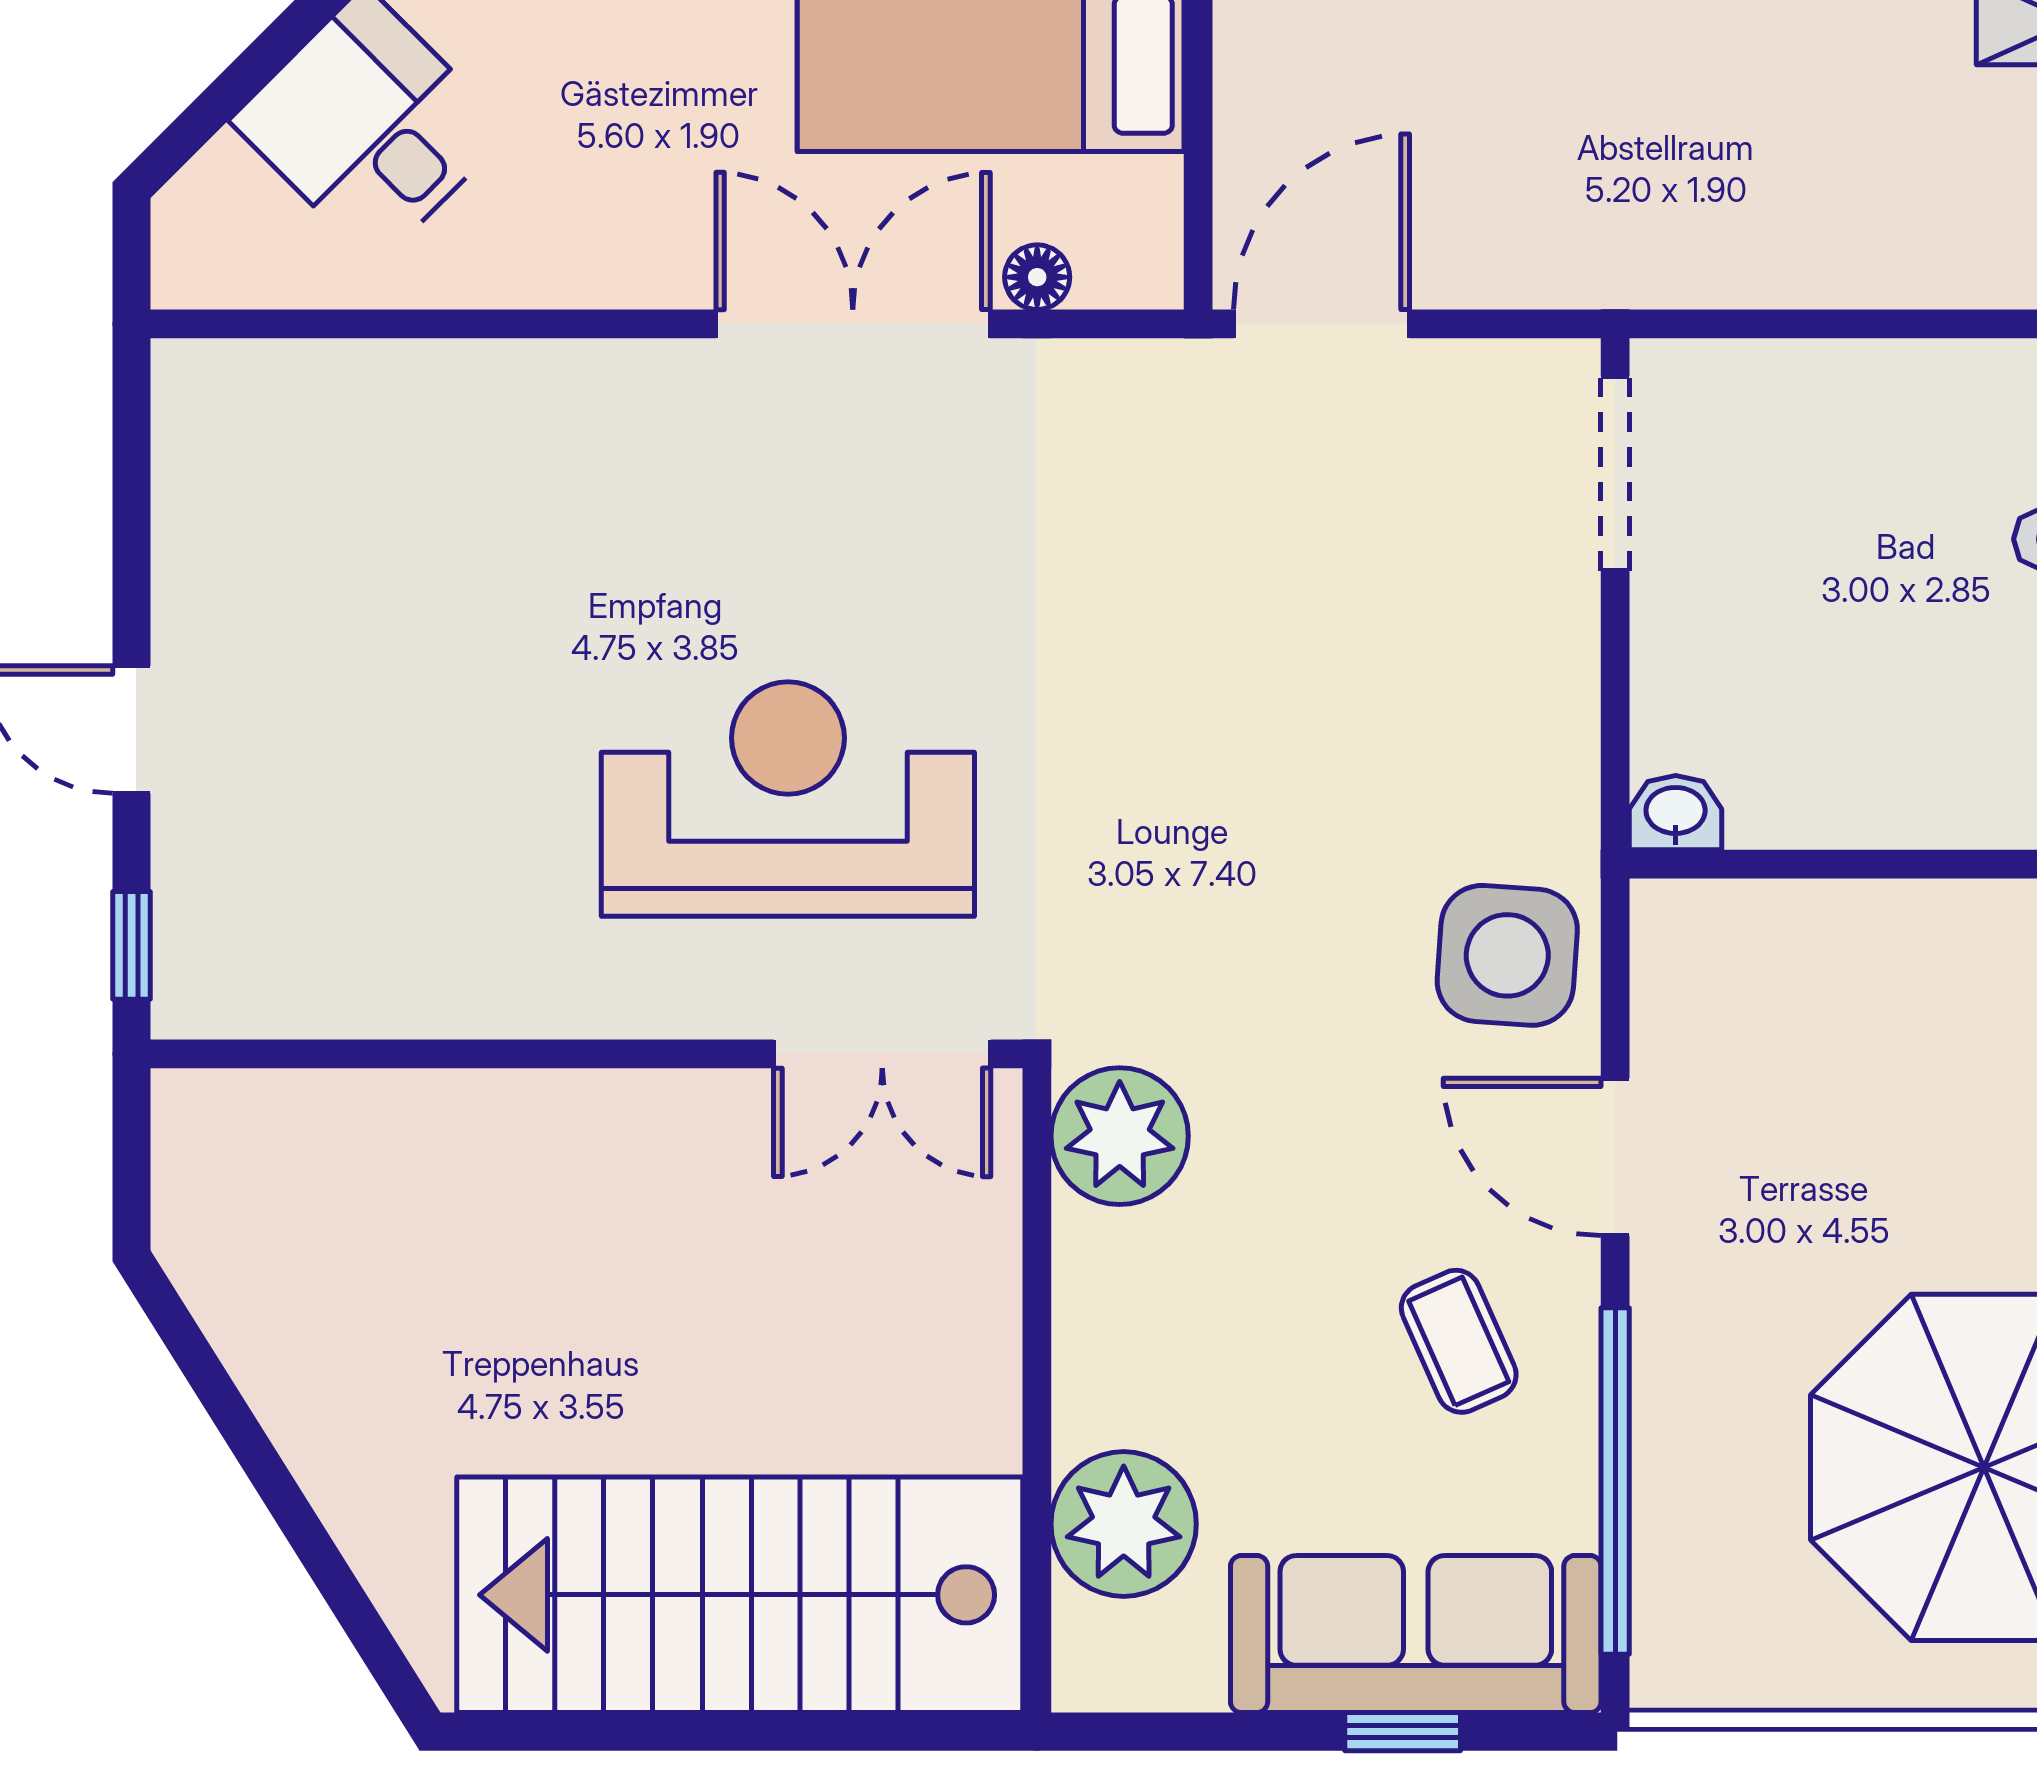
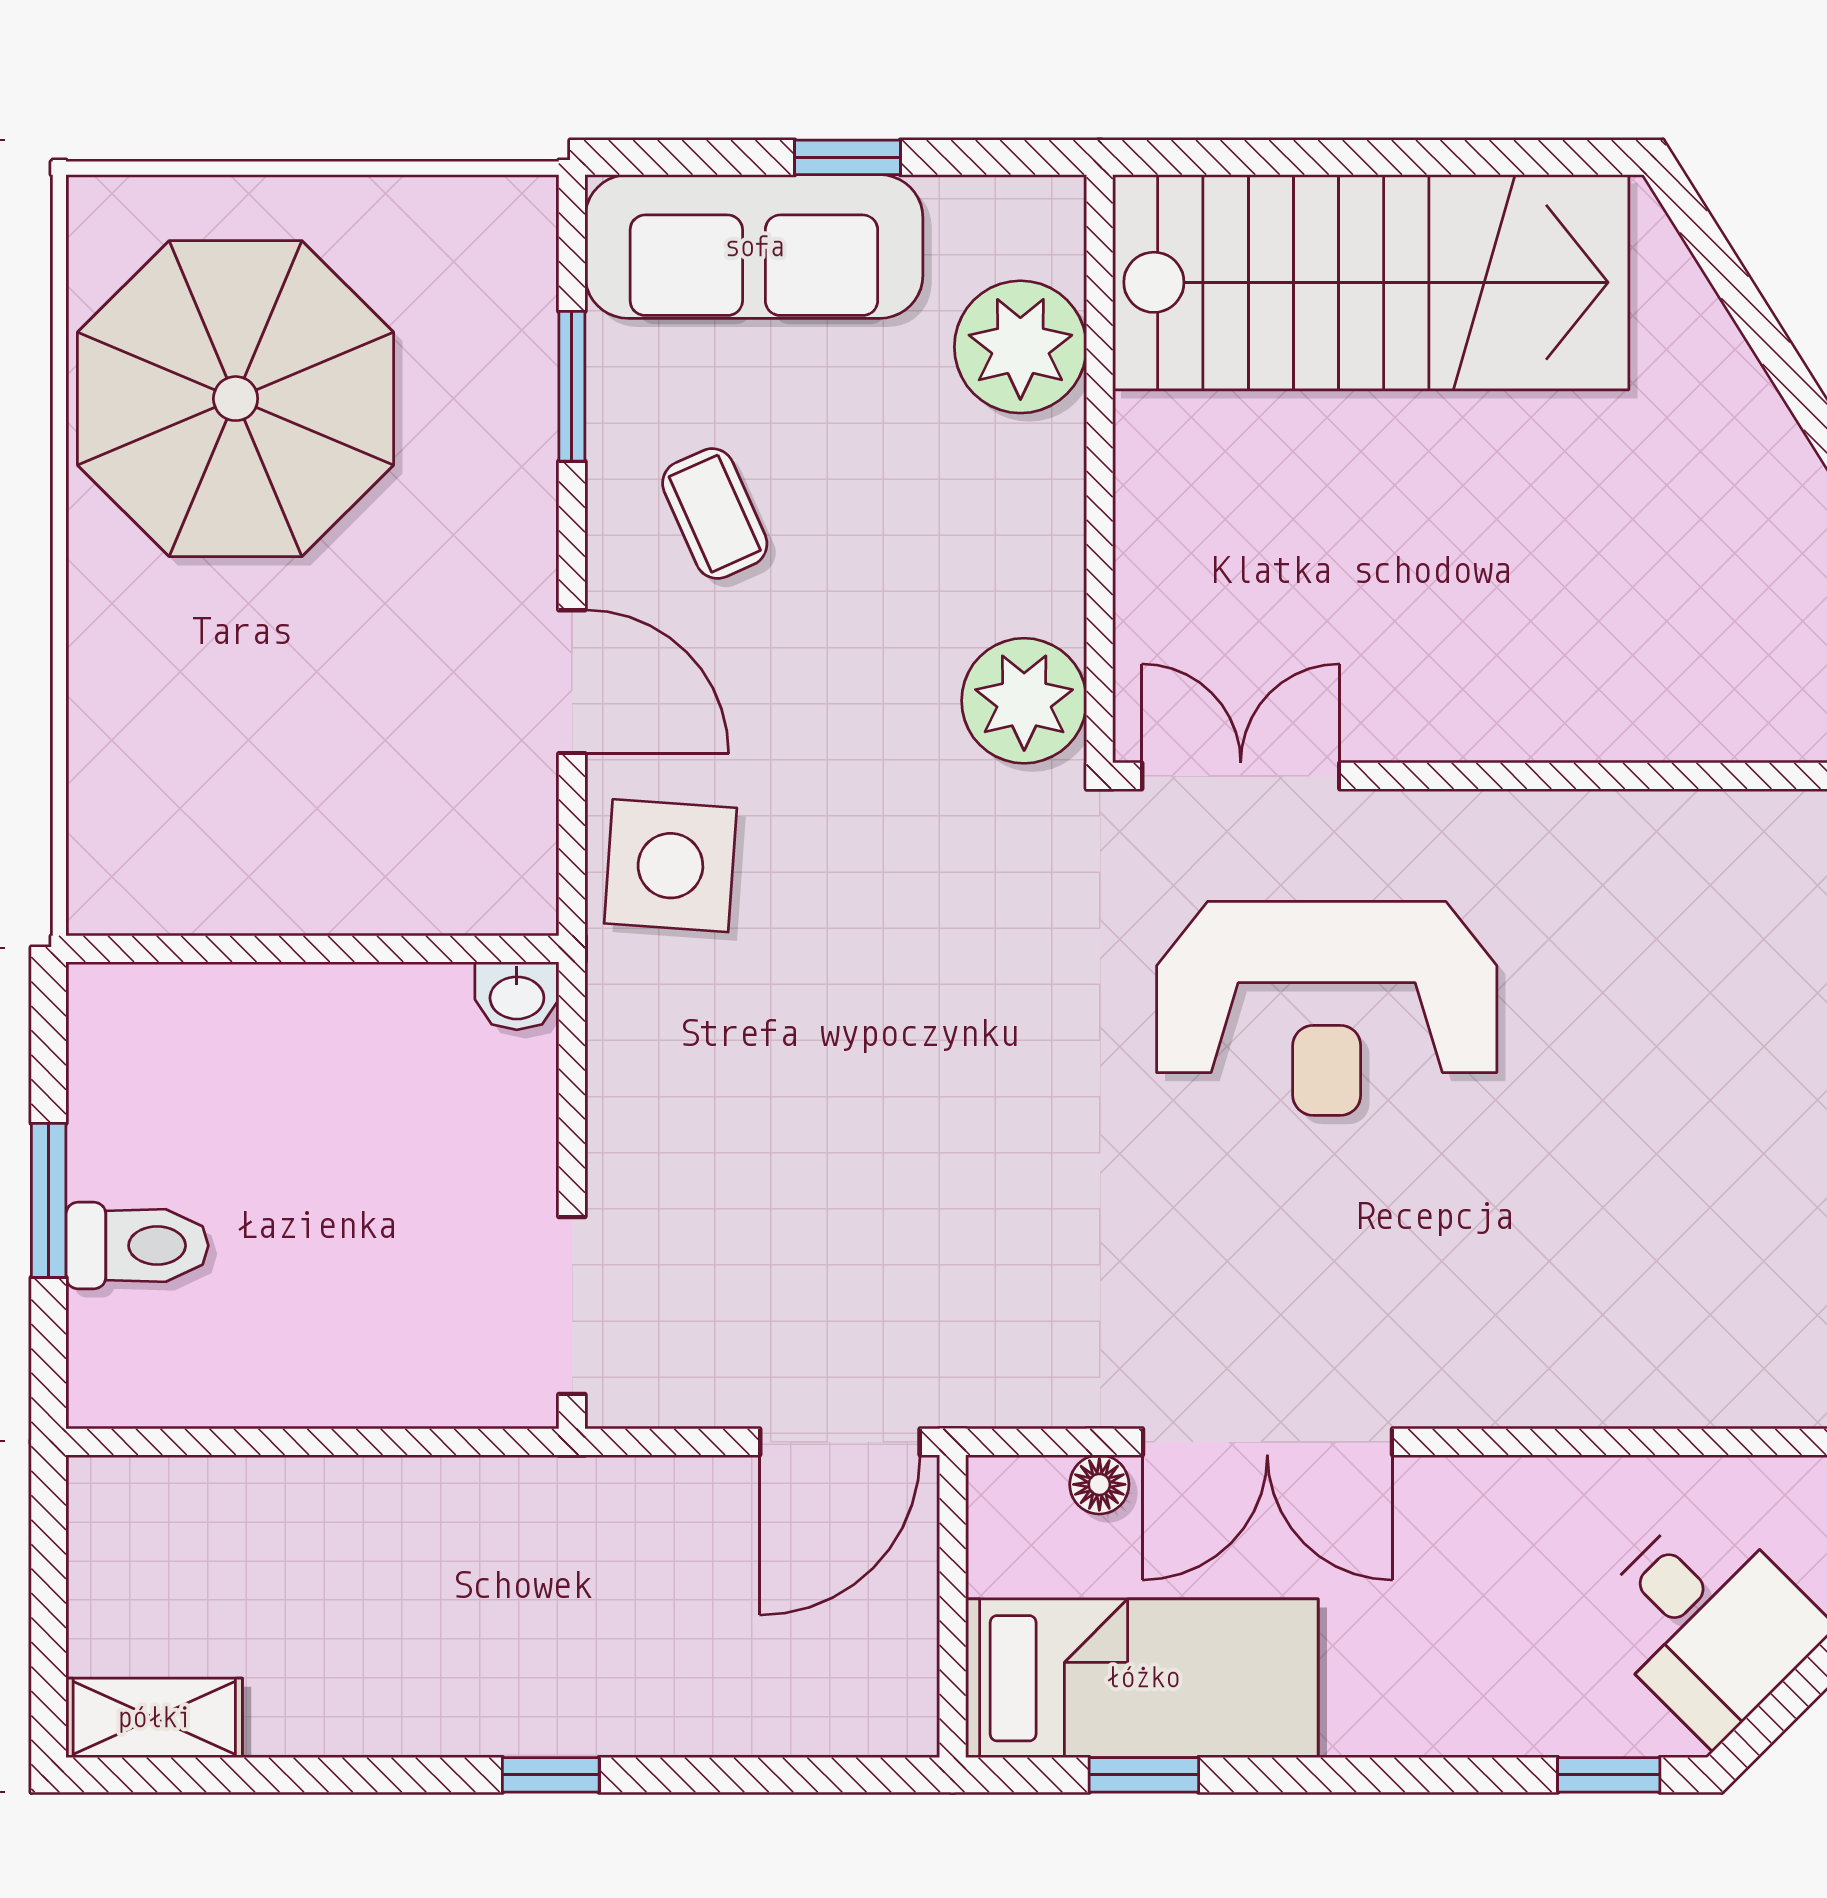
window: (1615, 1481) -> (572, 386), width x0.47
window: (1403, 1732) -> (847, 157), moved

